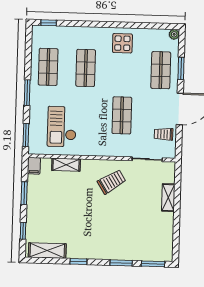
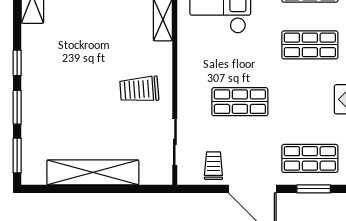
trolley: (112, 182) -> (139, 89), turned 118
shelving: (168, 198) -> (93, 172), width x2.20, depth x1.33
window: (78, 262) -> (17, 63), moved

